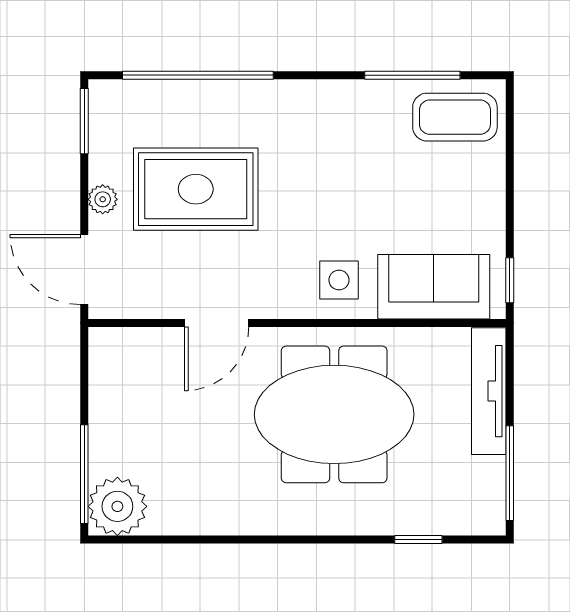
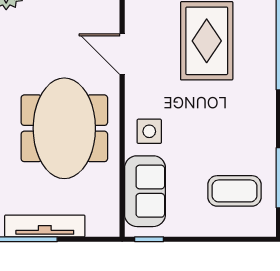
coffee table: (455, 117) -> (235, 191), moved, turned 90
tv unit: (489, 391) -> (45, 226), moved

